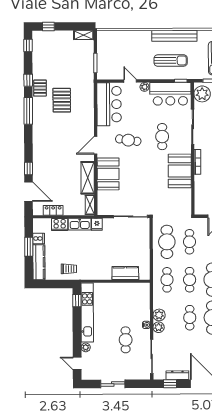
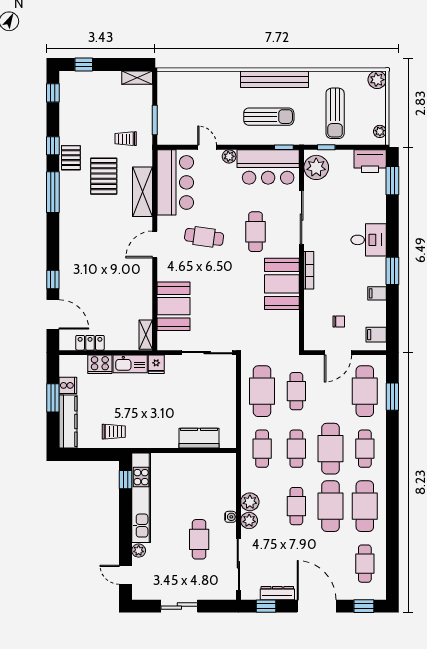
trolley: (76, 75) -> (126, 139), added
booth: (108, 174) -> (173, 306), moved
shelving: (88, 178) -> (142, 192), moved

